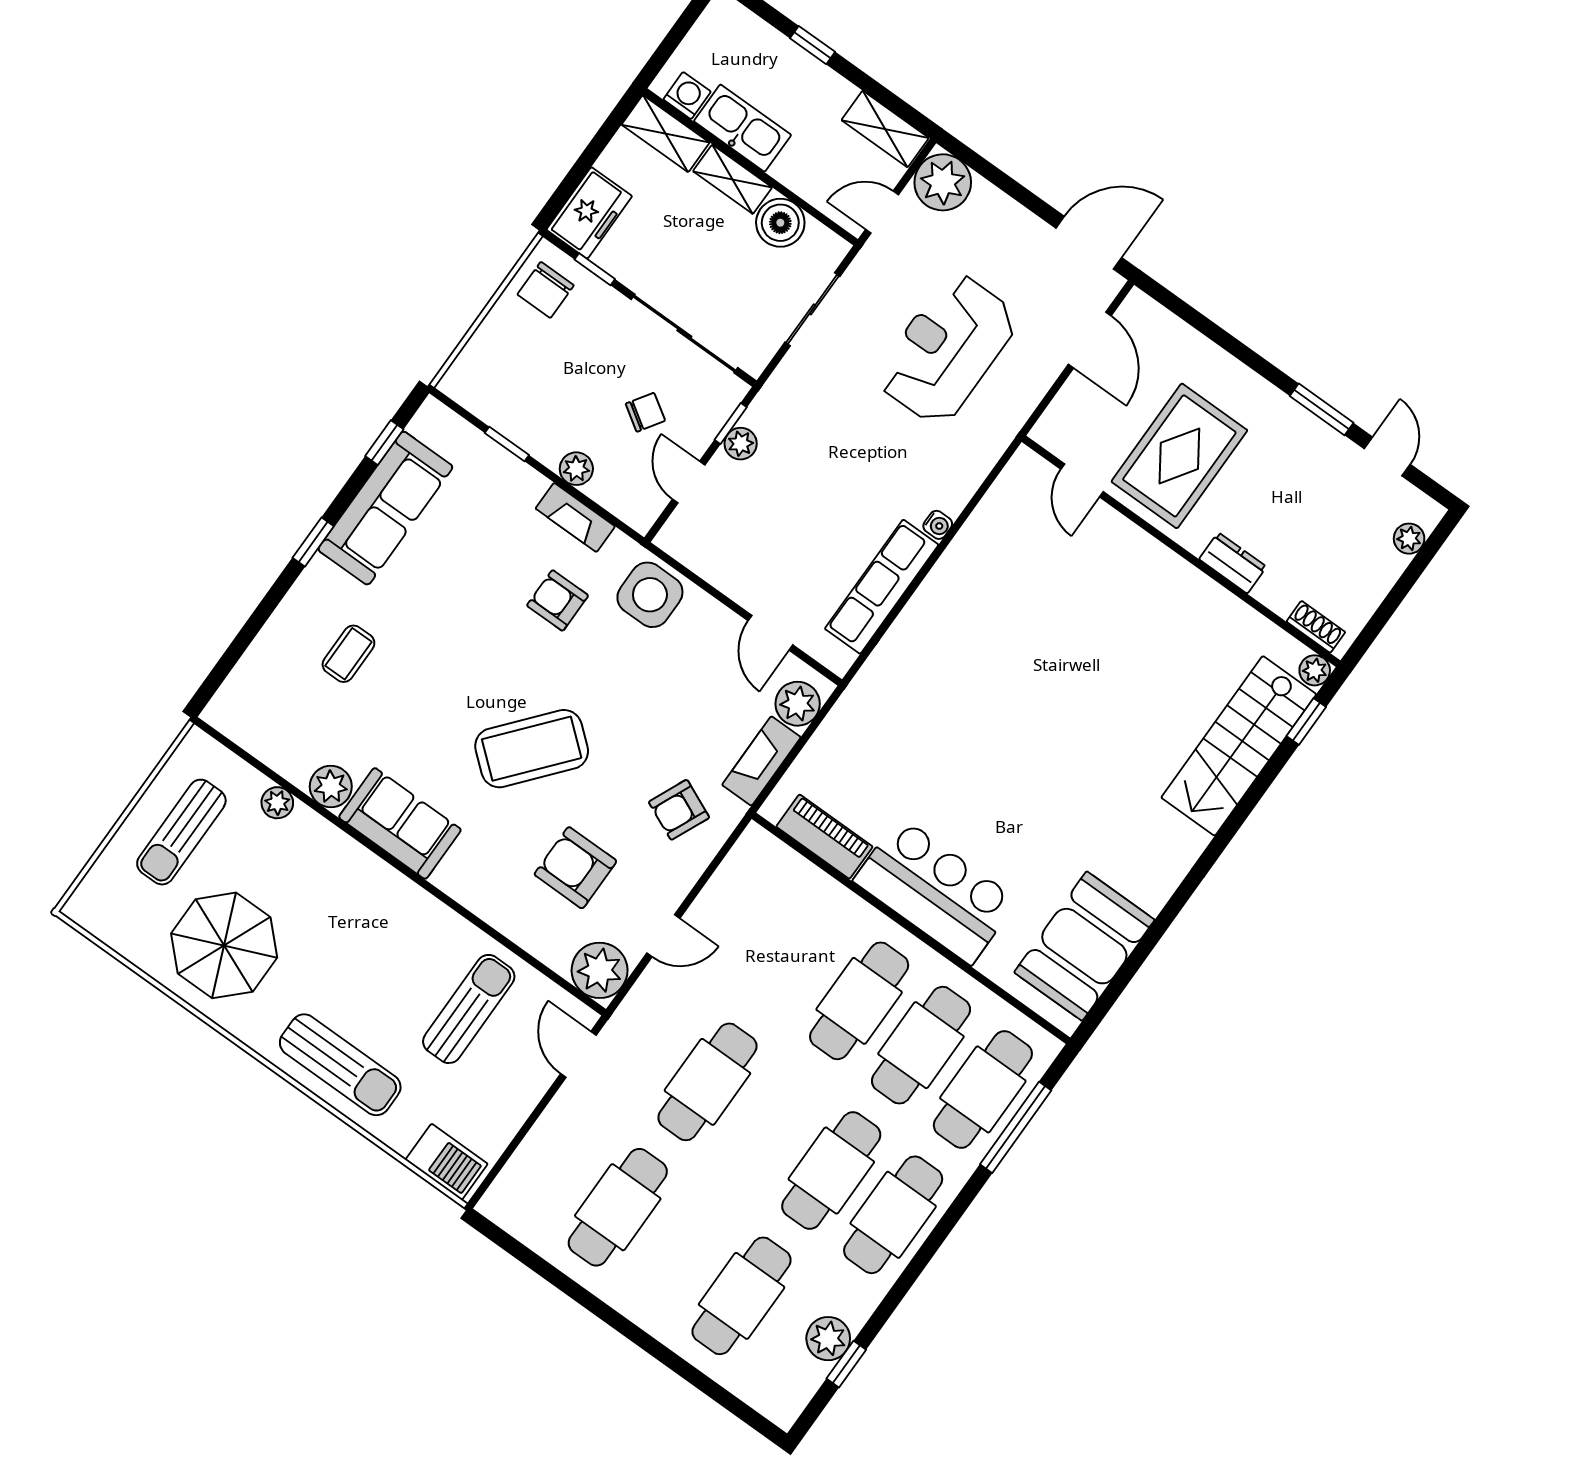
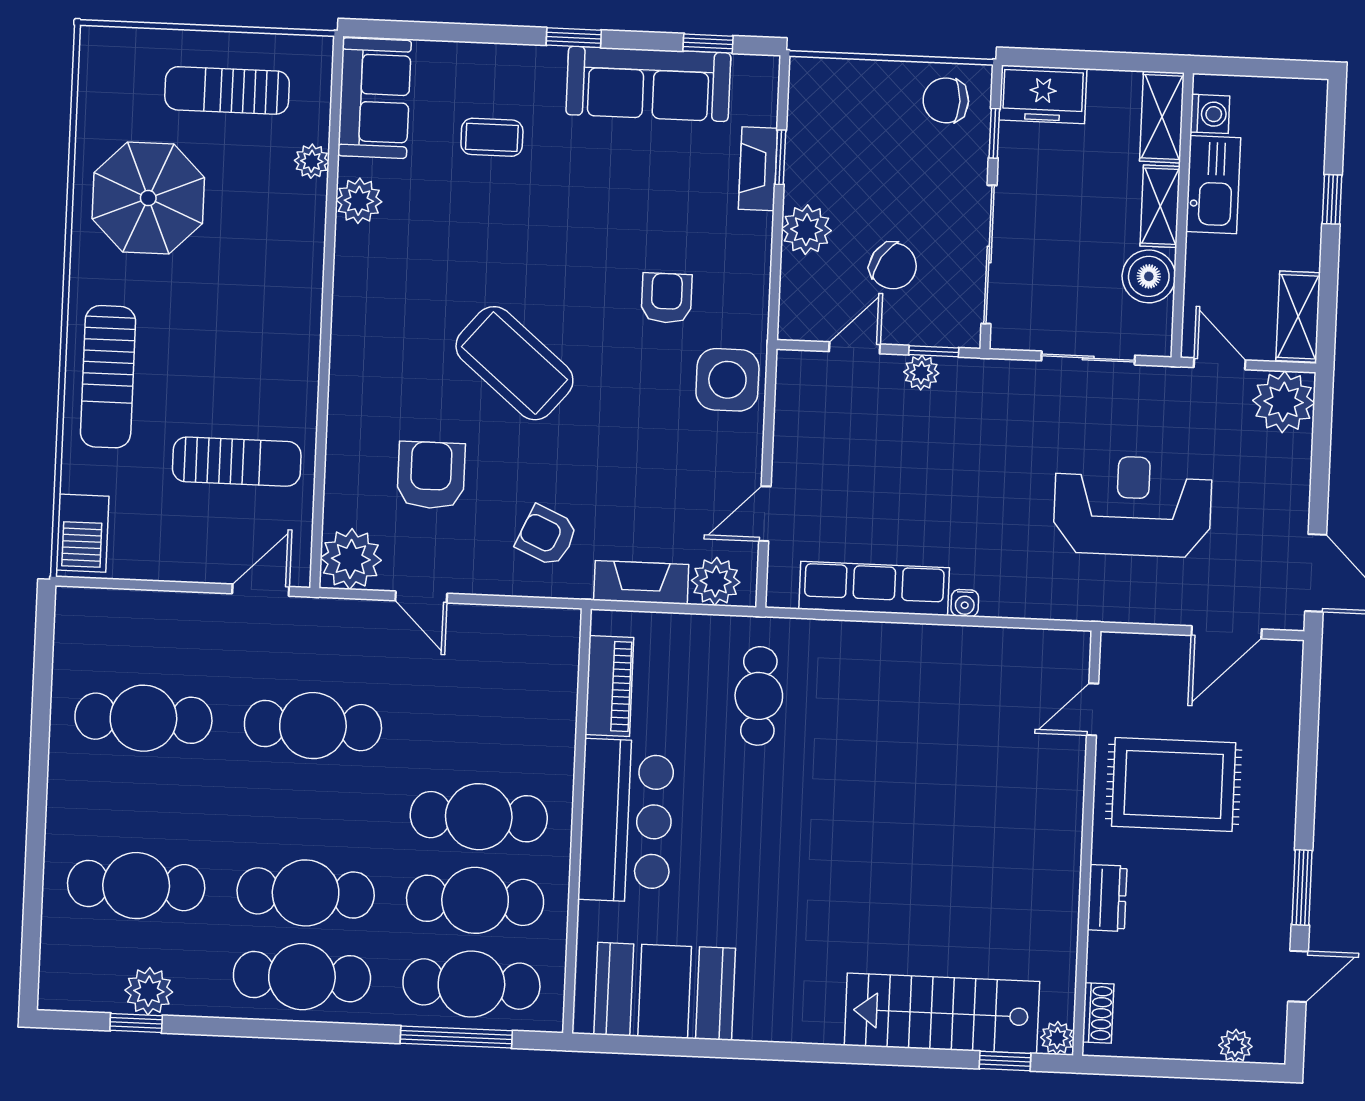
chair: (645, 412) -> (893, 266), width x1.37, depth x1.37
plant: (576, 469) -> (806, 230), width x1.38, depth x1.38
fireplace: (575, 517) -> (758, 169), moved
cafe table: (906, 728) -> (759, 696), added
sofa: (400, 823) -> (375, 98), moved

